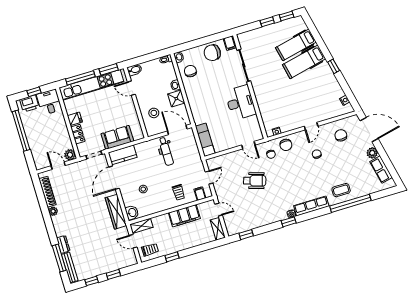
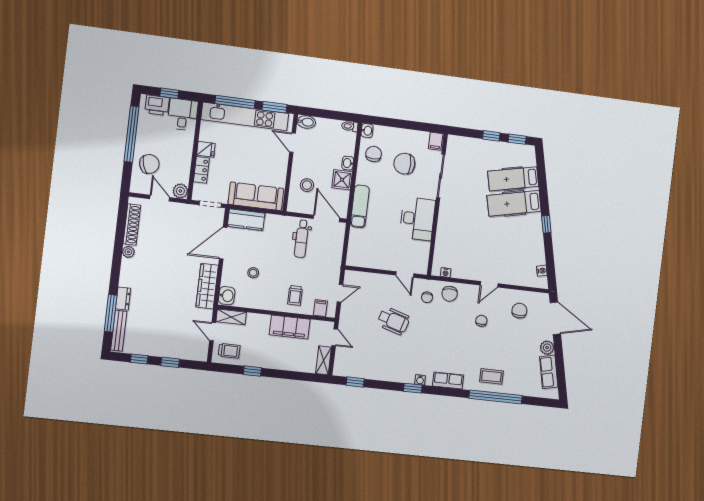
chair: (212, 53) -> (404, 164), moved
sofa: (117, 137) -> (256, 196), width x1.36
exam couch: (205, 140) -> (360, 206), moved
chair: (41, 146) -> (149, 164), added
row of seats: (311, 206) -> (448, 381), width x0.68

